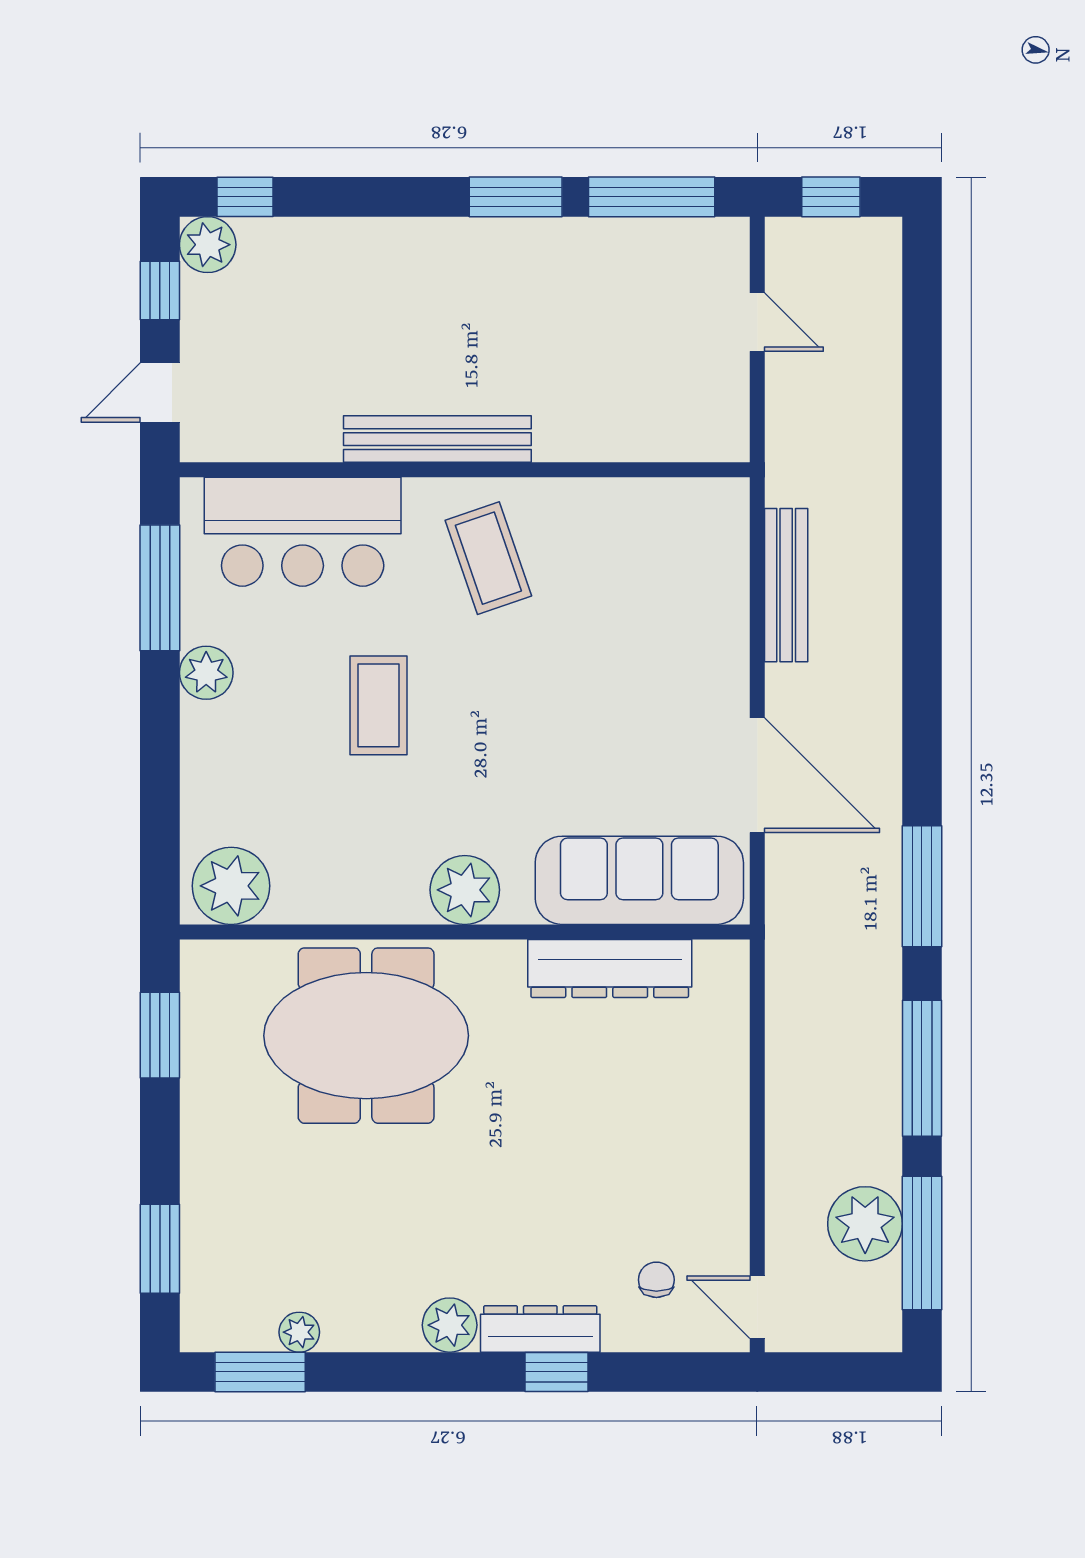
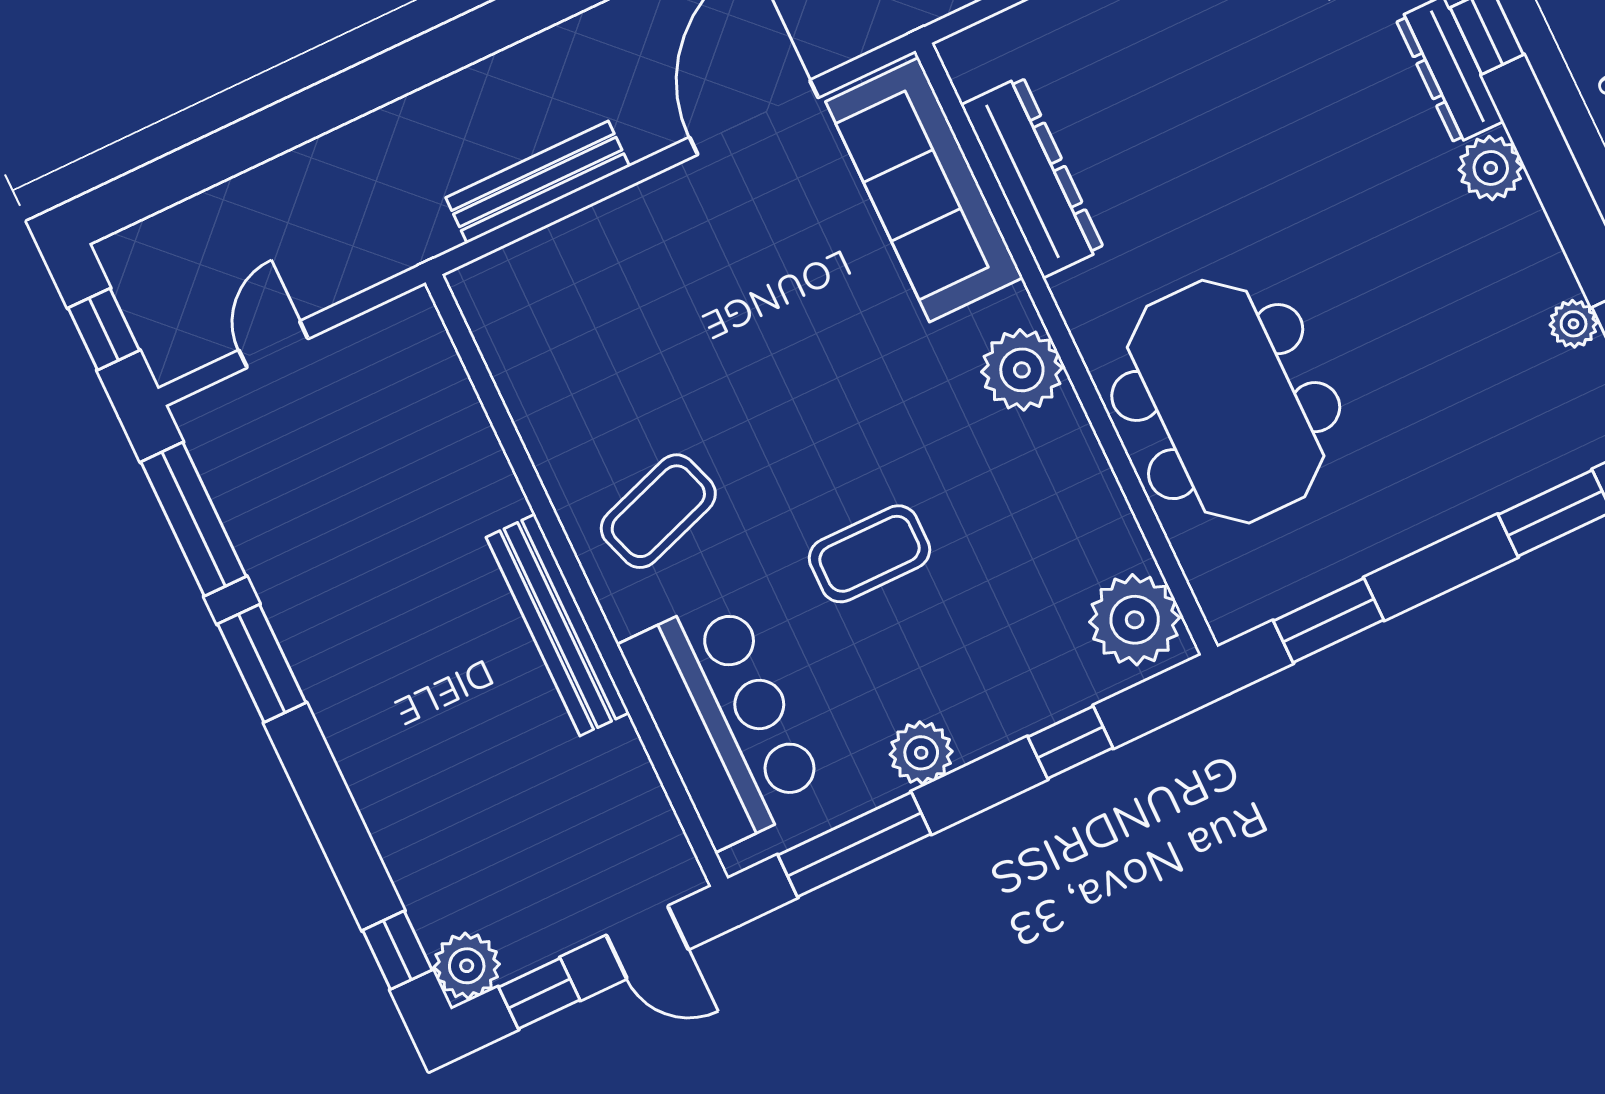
window: (160, 792) -> (1070, 742), added

